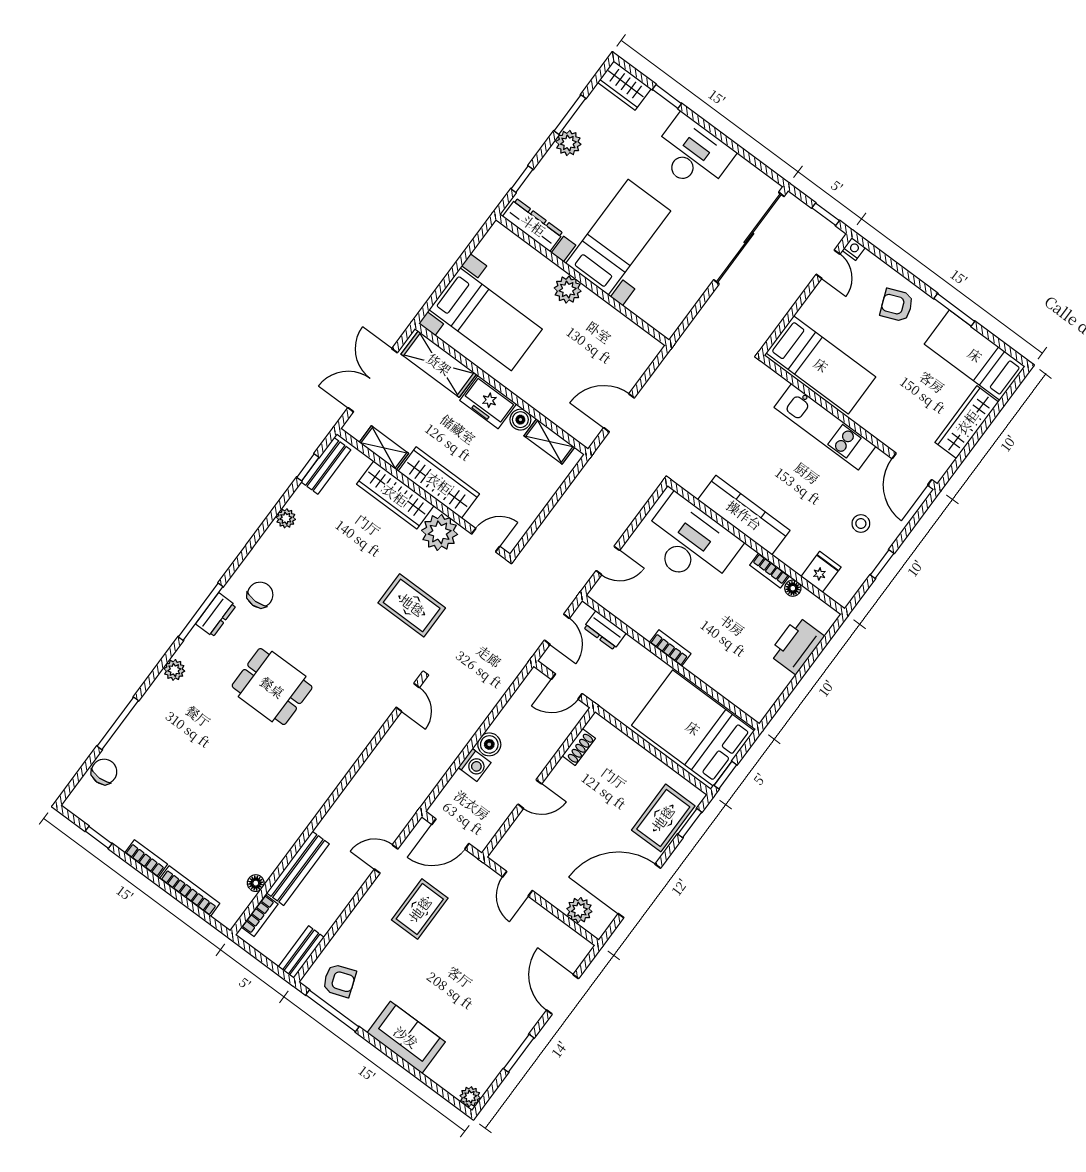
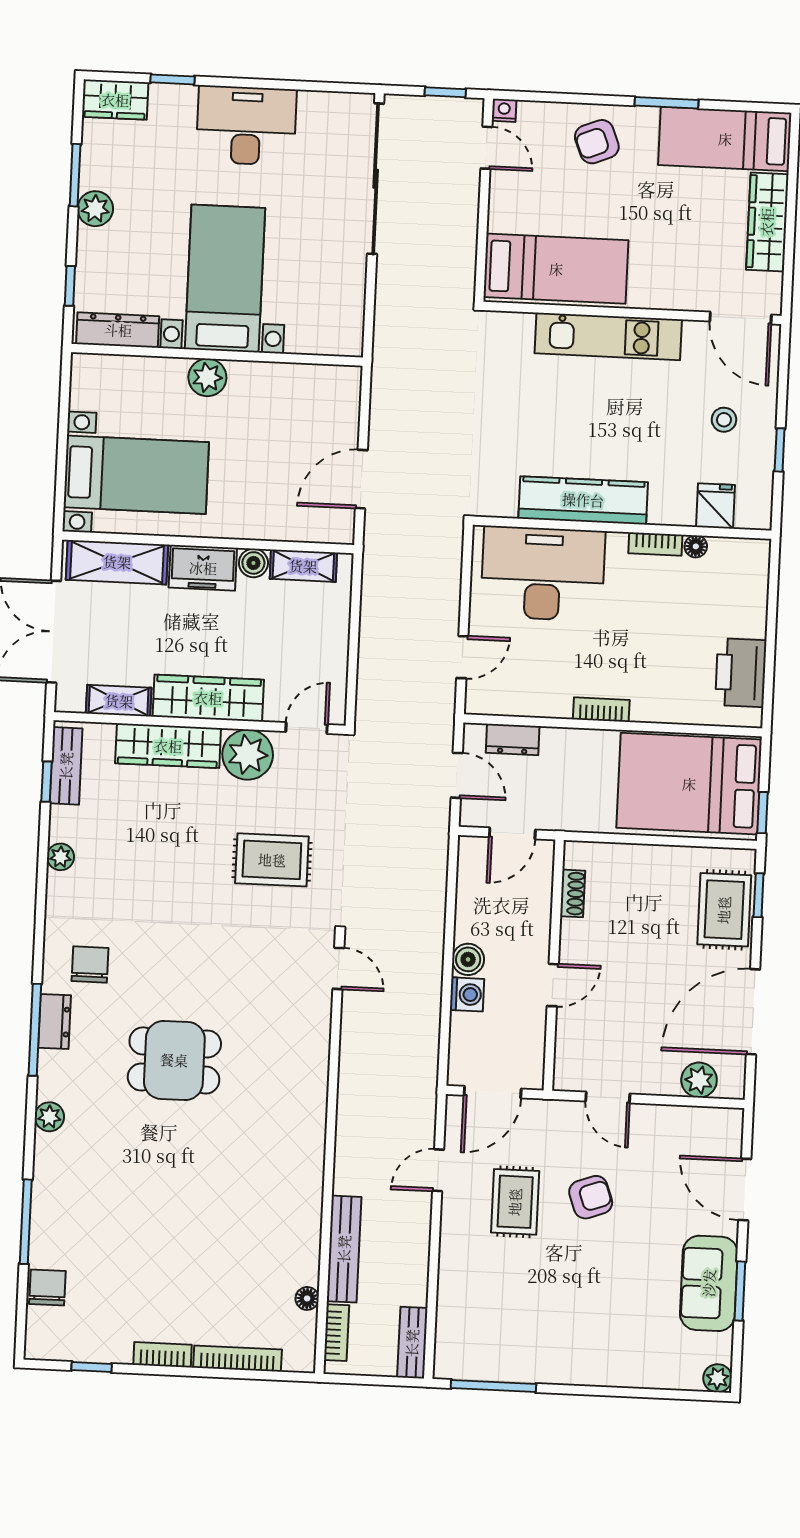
printer: (796, 645) -> (741, 673), moved
armchair: (339, 981) -> (591, 1197), moved
sofa: (406, 1037) -> (709, 1283), moved, turned -90

